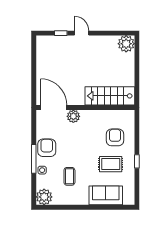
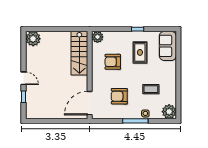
door: (82, 33) -> (24, 78), swing flipped
plant: (73, 116) -> (97, 37), moved
armchair: (115, 137) -> (113, 62), moved
armchair: (47, 148) -> (119, 96), moved
sofa: (106, 195) -> (168, 46), moved

